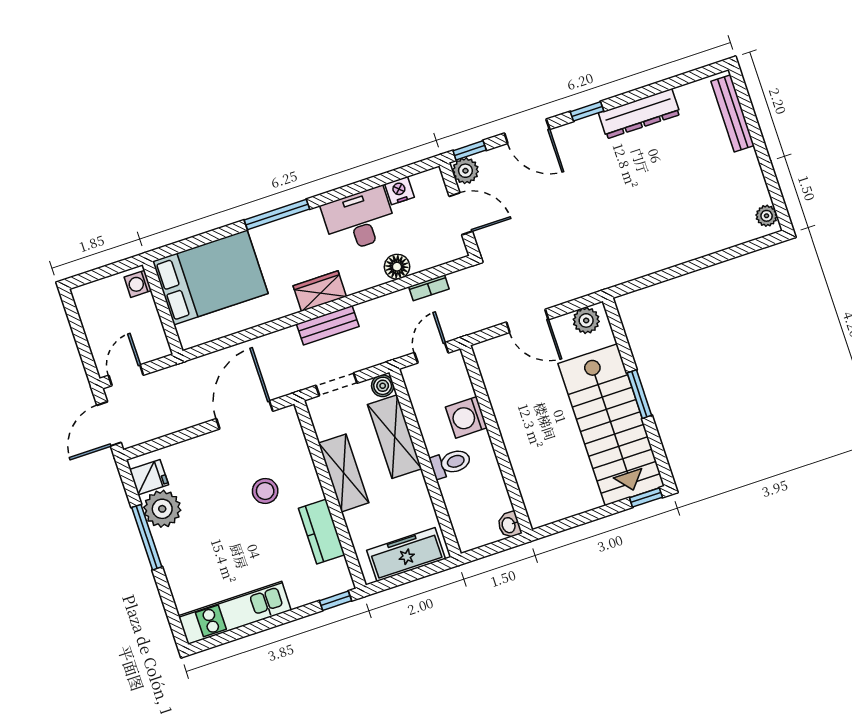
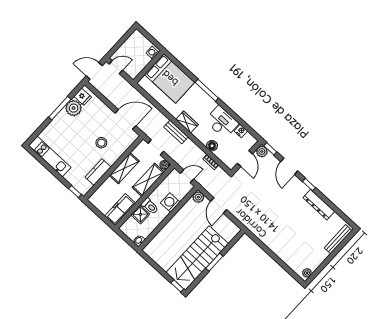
plant: (586, 320) -> (198, 197), moved
shower: (457, 492) -> (140, 214), added
freezer: (406, 555) -> (120, 210), moved, turned -90

